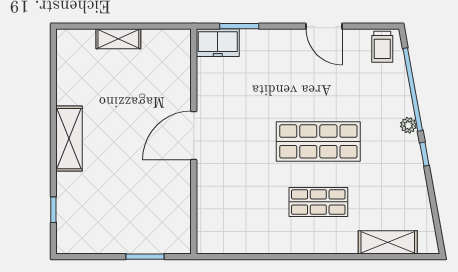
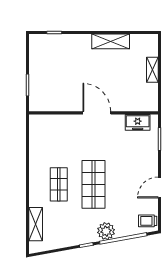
freezer: (218, 43) -> (138, 122), moved, turned -90
plant: (408, 125) -> (106, 231), width x1.88, depth x1.88
shelving: (69, 139) -> (111, 41), moved

